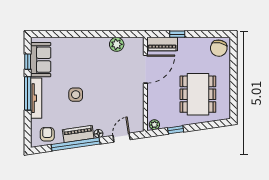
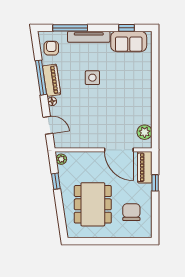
plant: (117, 44) -> (145, 132), moved
chair: (219, 48) -> (131, 212), moved, turned 79
window: (28, 93) -> (70, 28), moved
dining table: (198, 94) -> (93, 204), turned 90
armchair: (47, 134) -> (51, 48), turned -90
window: (76, 144) -> (41, 78), width x0.68

